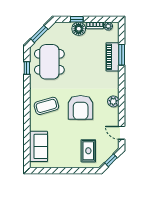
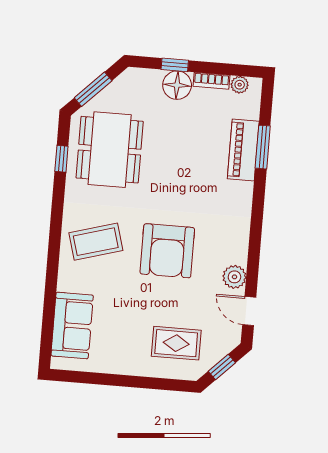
plant: (113, 101) -> (234, 277), moved
rug: (88, 151) -> (176, 343), turned 90

